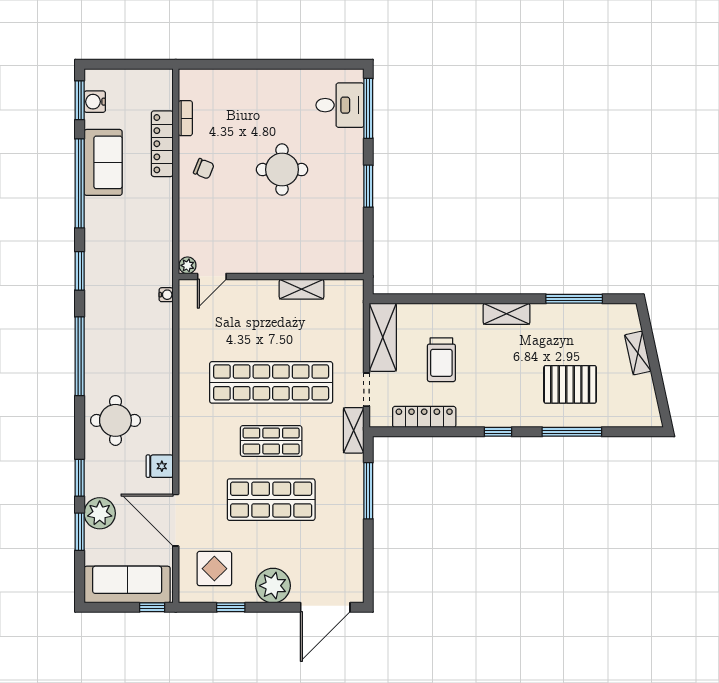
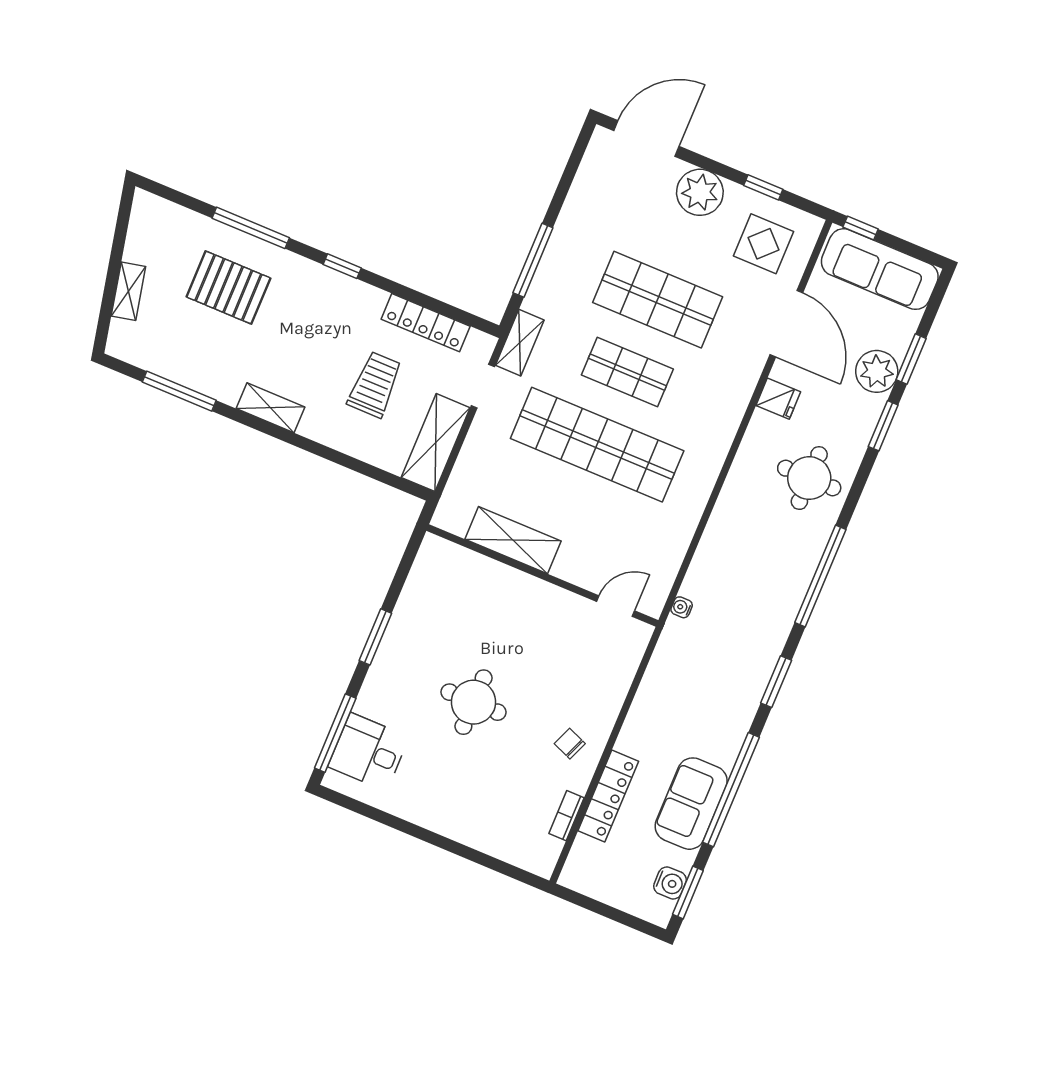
plant: (187, 265) -> (640, 632), removed
shelving: (302, 289) -> (513, 540), width x1.50, depth x1.33

